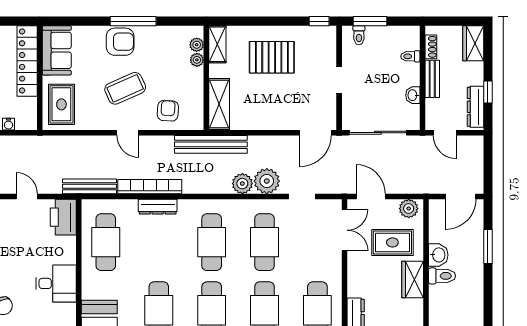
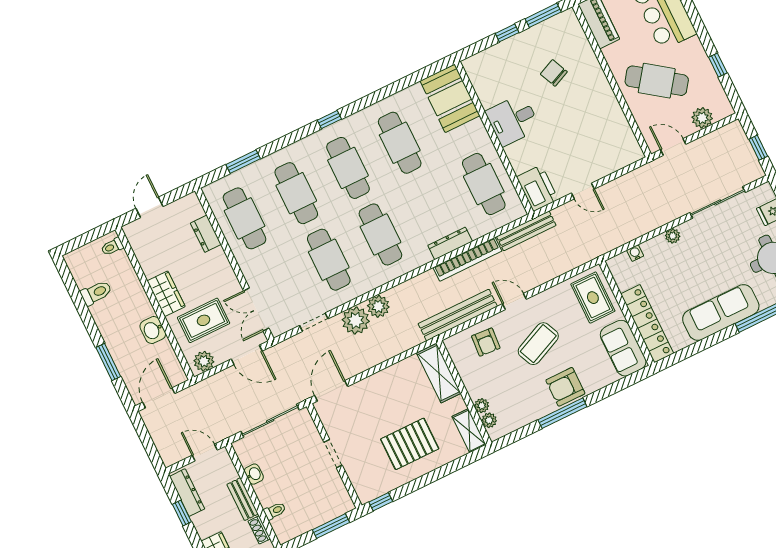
toilet: (359, 35) -> (335, 507), removed
bench: (211, 144) -> (458, 315), moved
toilet: (442, 276) -> (96, 293), moved, turned 180

